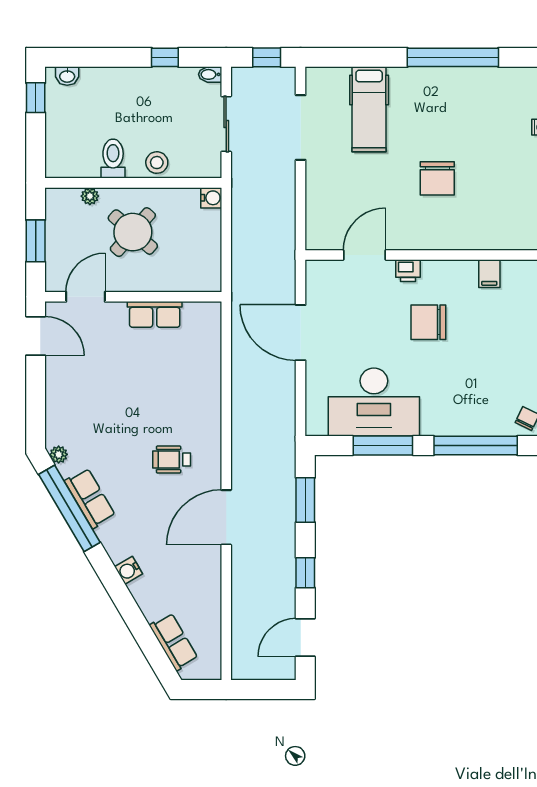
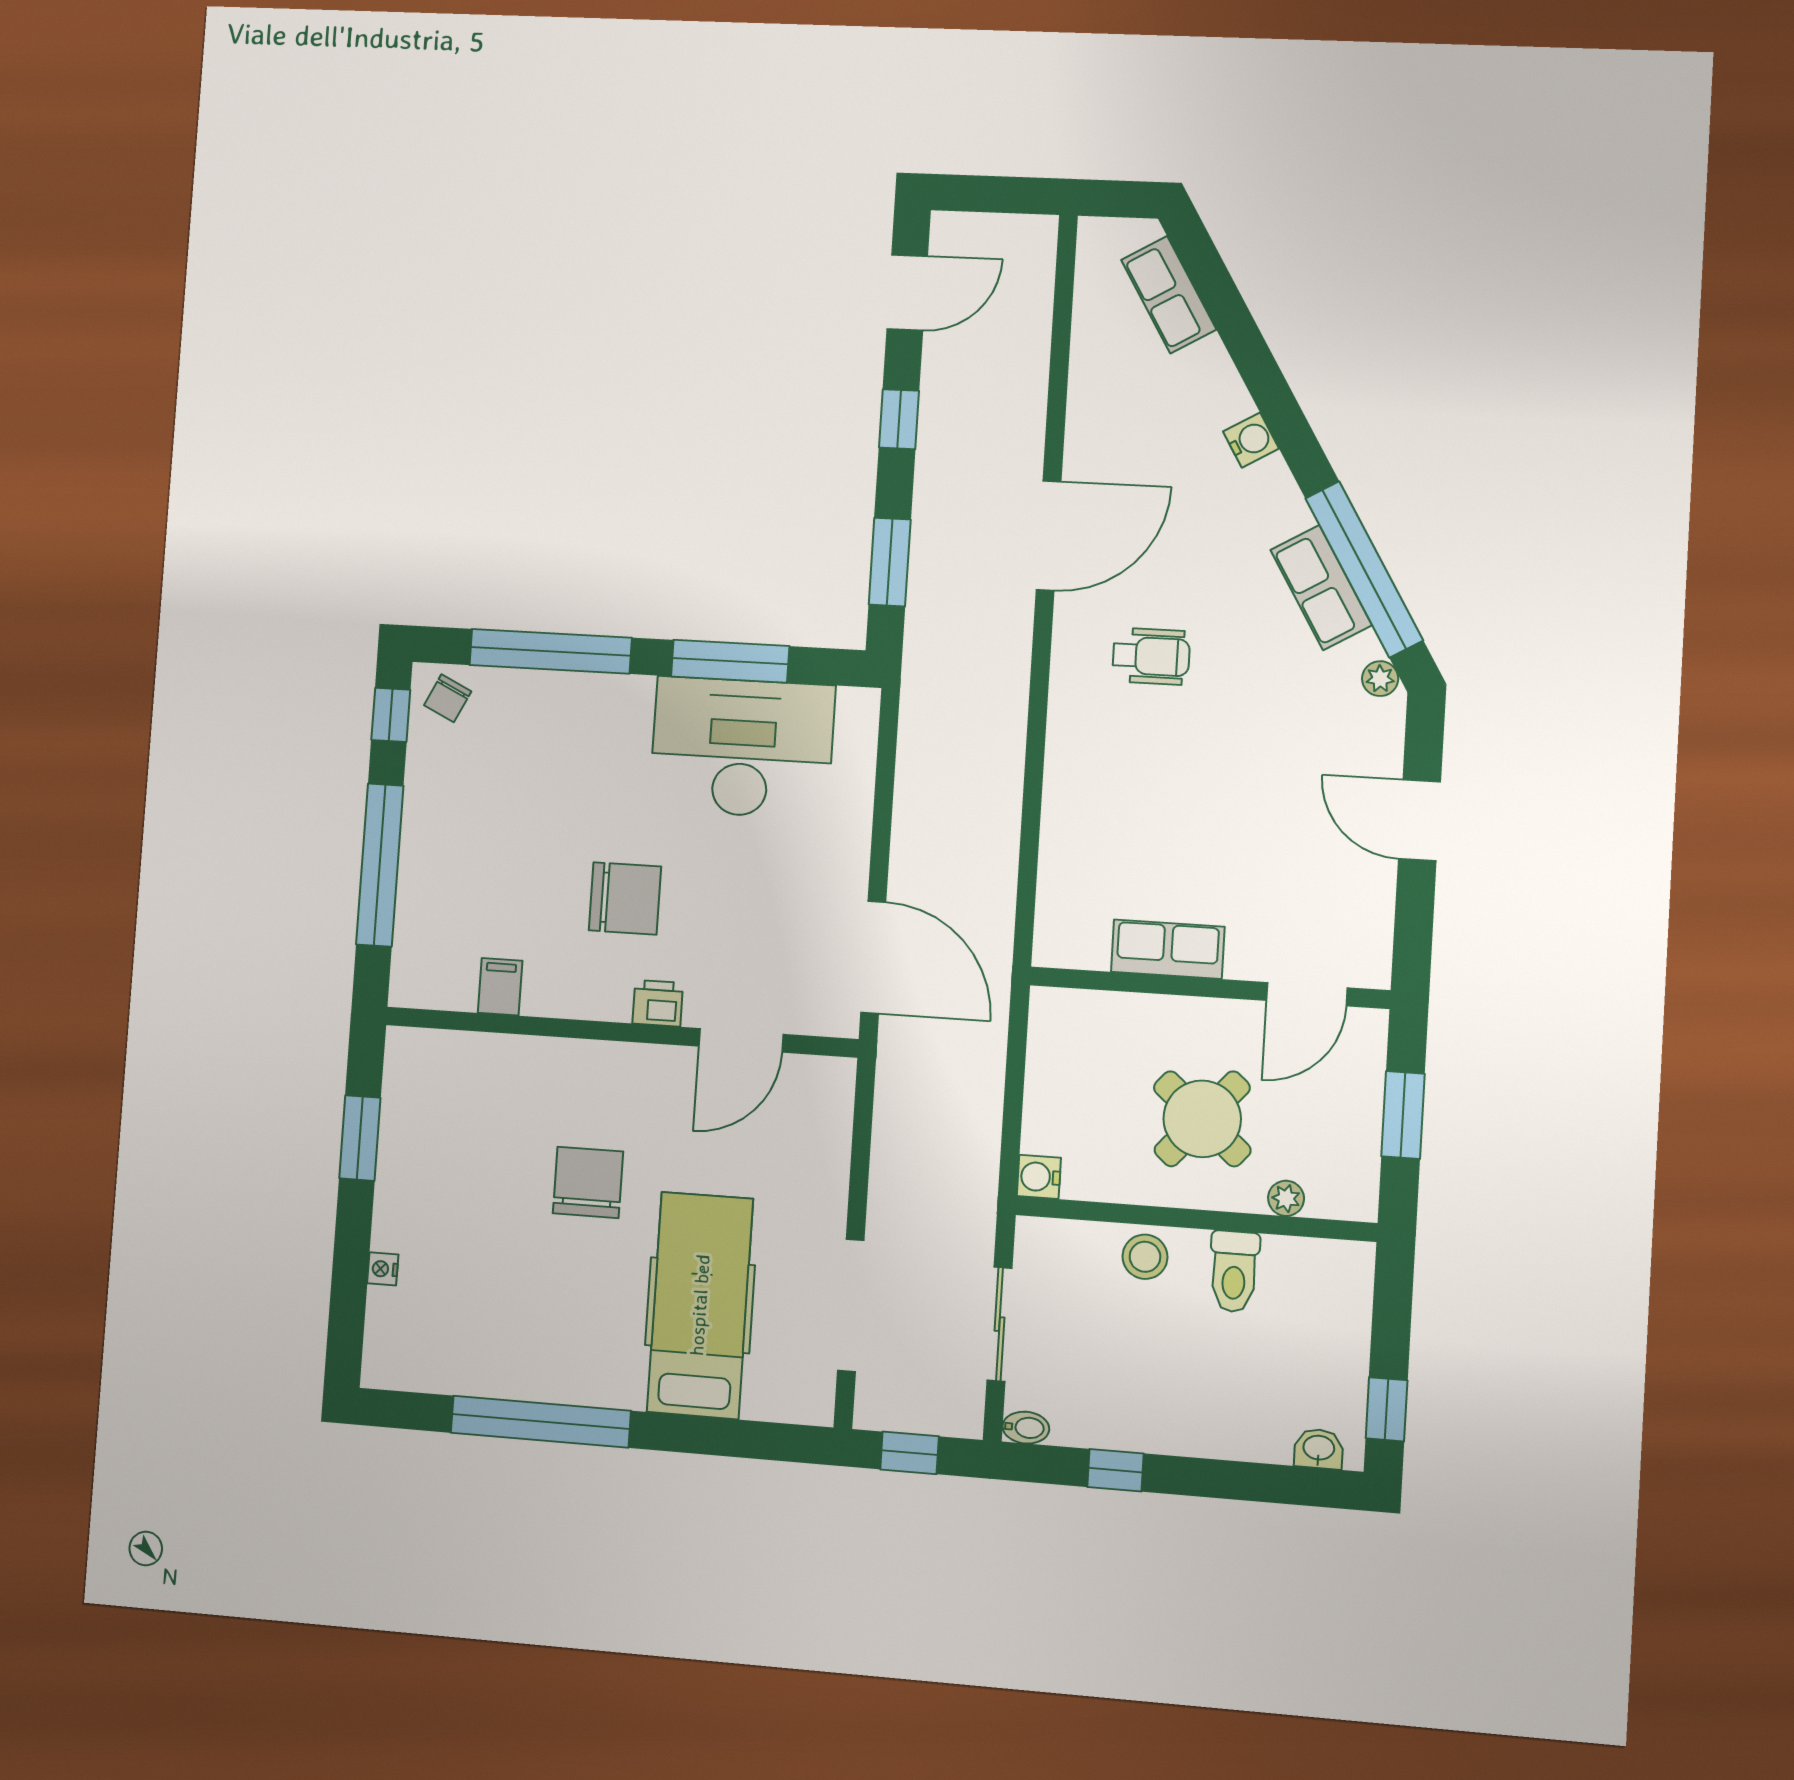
hospital bed: (369, 109) -> (700, 1305), width x1.37, depth x1.29
door: (301, 333) -> (873, 957), moved
door: (36, 336) -> (1419, 820), moved

